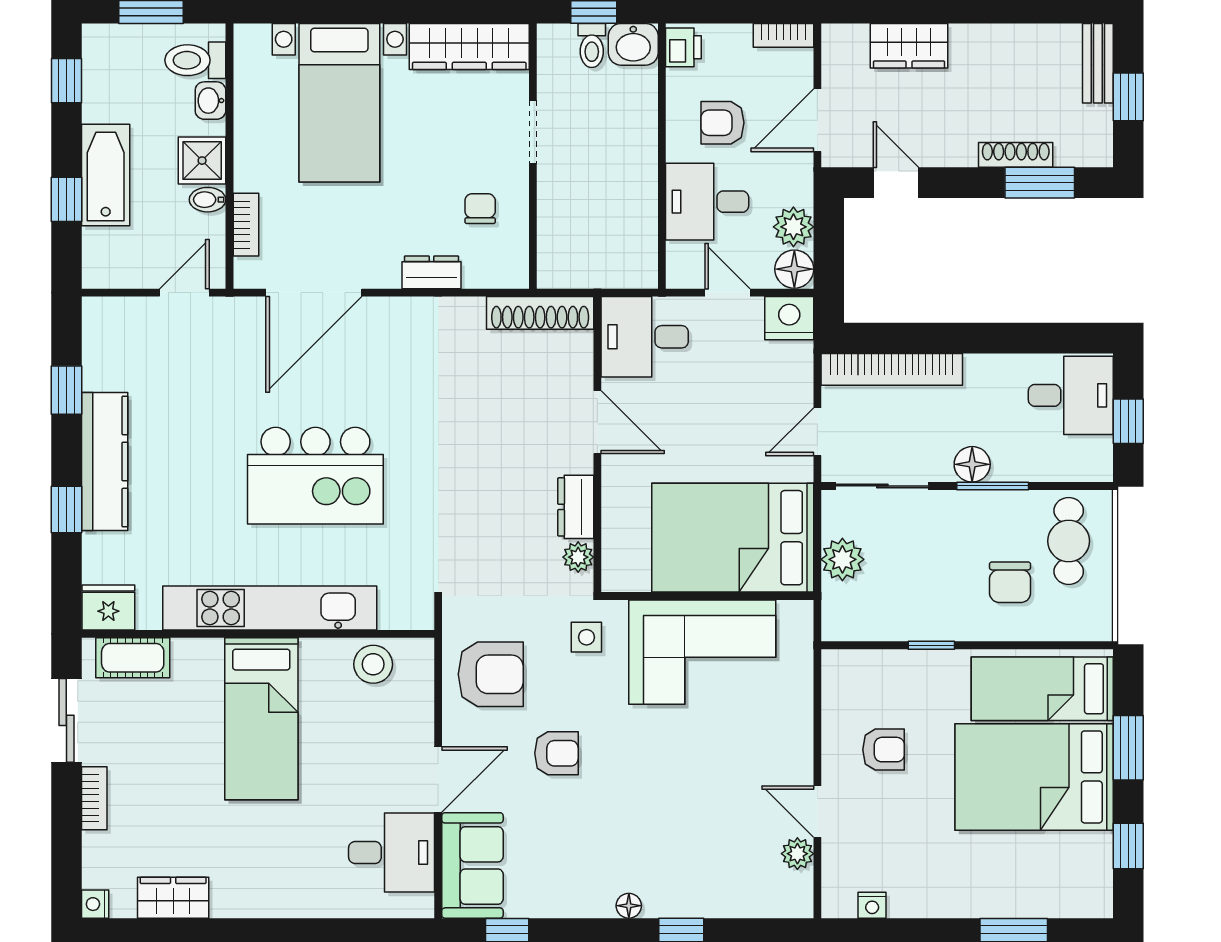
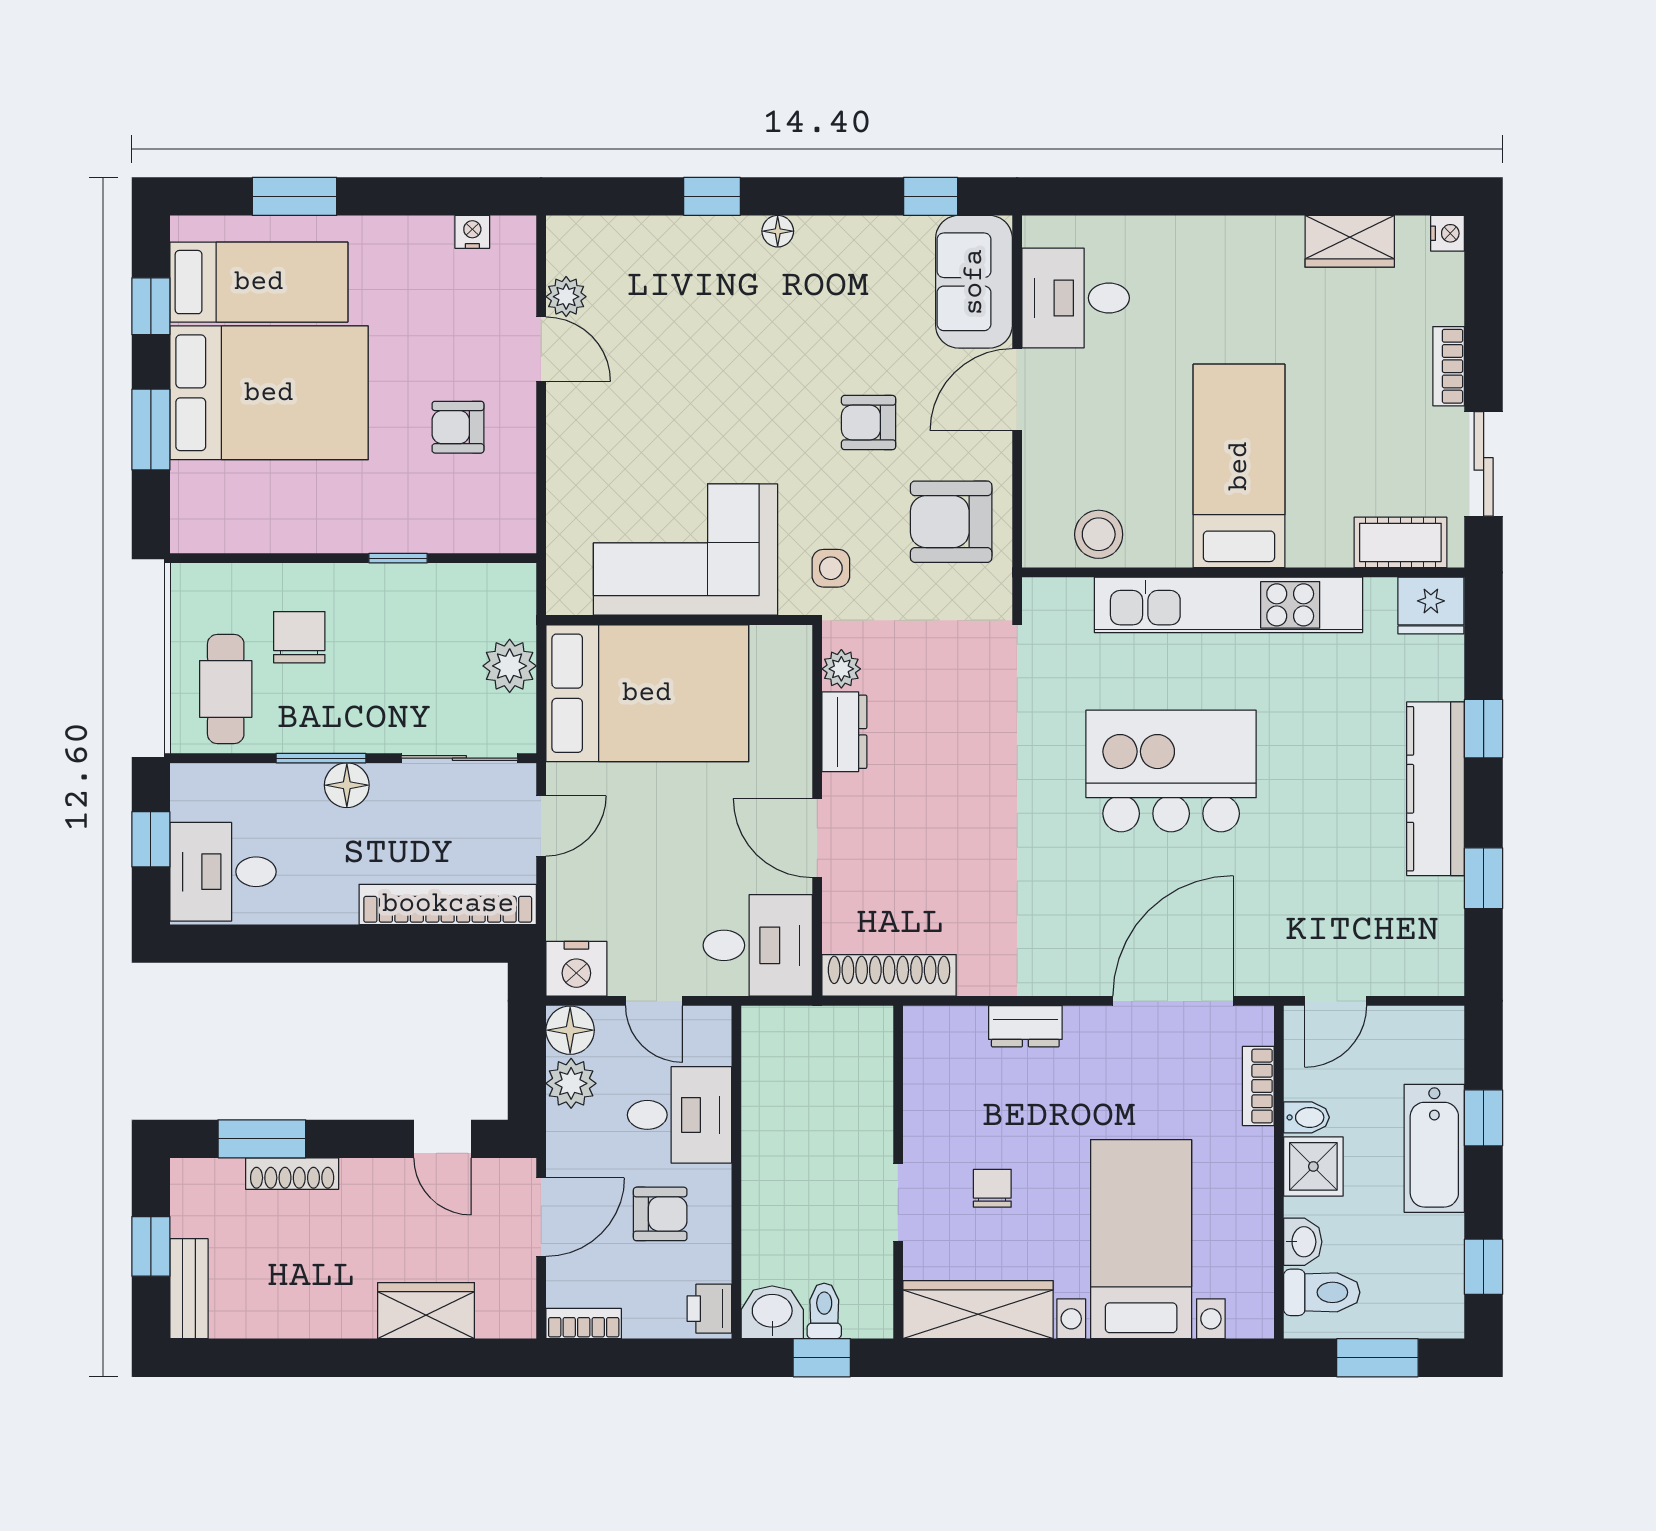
chair: (480, 209) -> (992, 1188), moved, turned 180
bed: (1042, 689) -> (259, 282), moved

